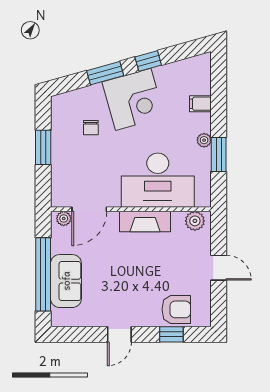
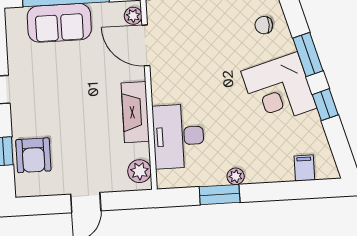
filing cabinet: (200, 104) -> (304, 168), moved
chair: (91, 128) -> (264, 25), moved
desk: (158, 180) -> (178, 136), width x0.73, depth x0.77

